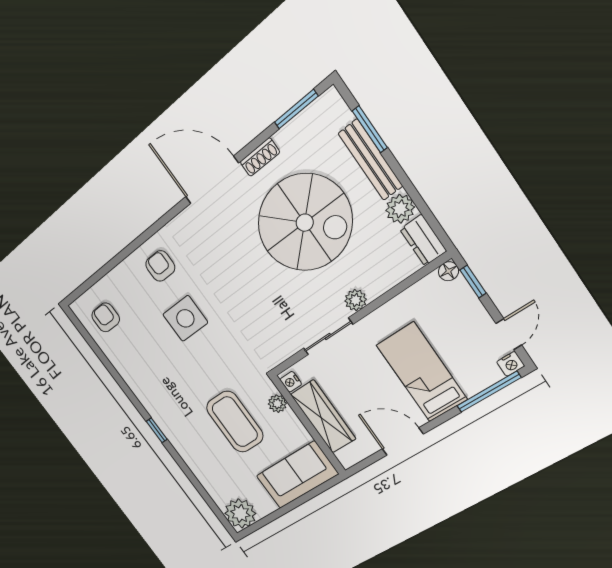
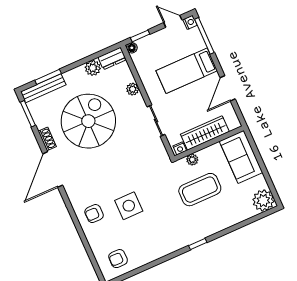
bench: (370, 160) -> (43, 88), moved
plant: (356, 300) -> (133, 89), moved

